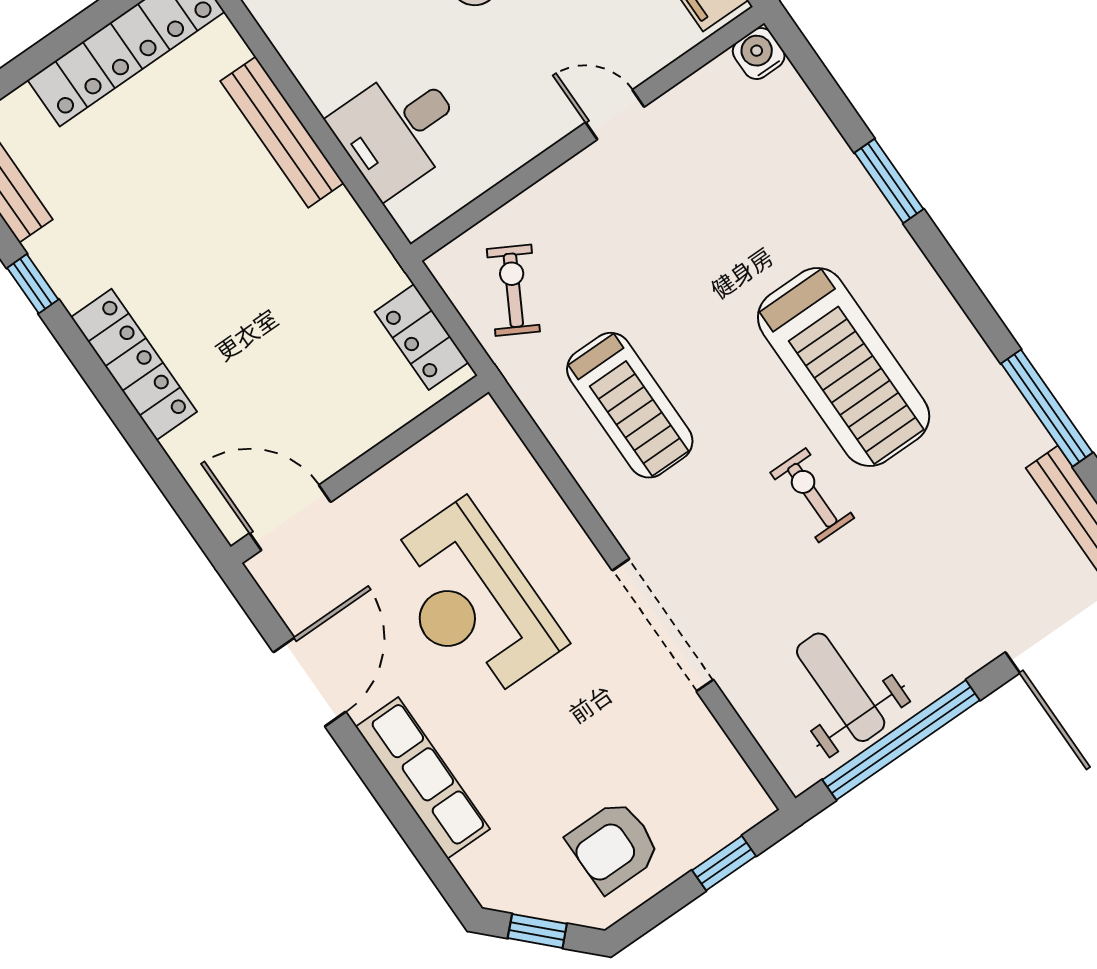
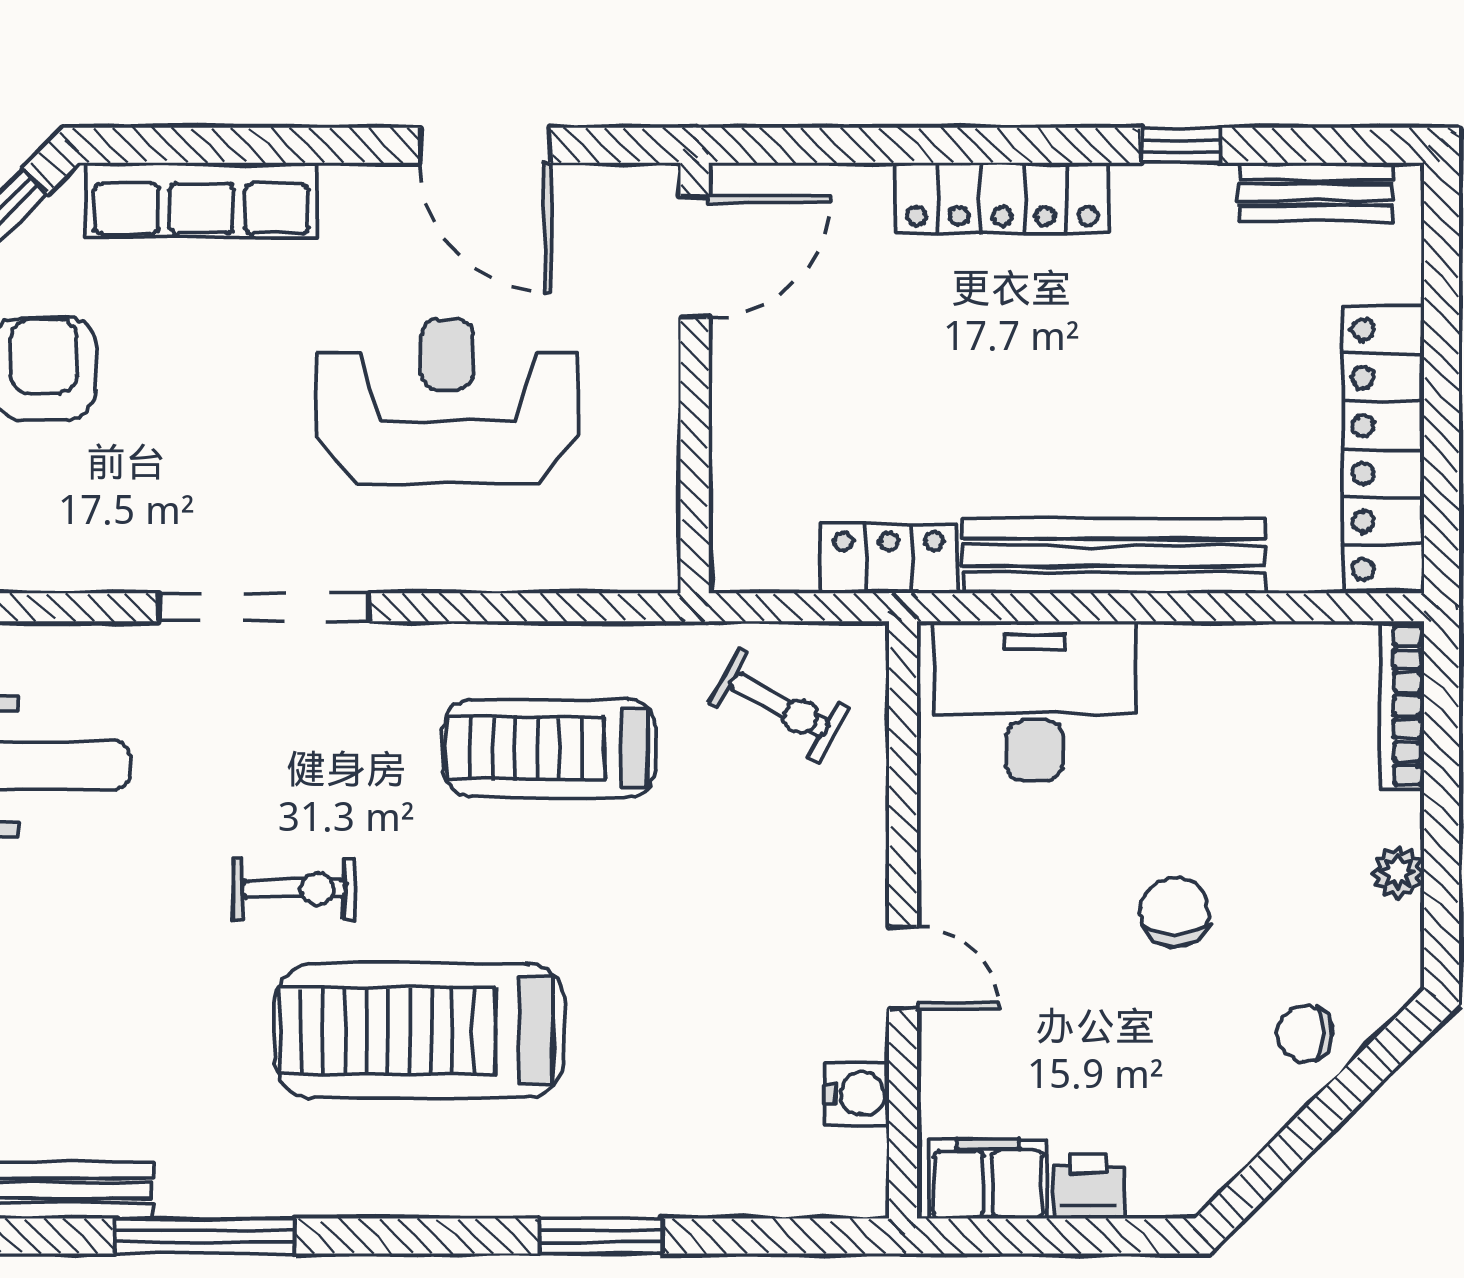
water cooler: (759, 54) -> (857, 1094), moved
door: (615, 115) -> (903, 968), hinge flipped
desk: (398, 130) -> (1035, 701), width x1.37
bench: (282, 132) -> (1114, 556), width x1.37, depth x1.21
locker: (421, 337) -> (889, 559), moved
row of seats: (423, 778) -> (202, 200), moved

